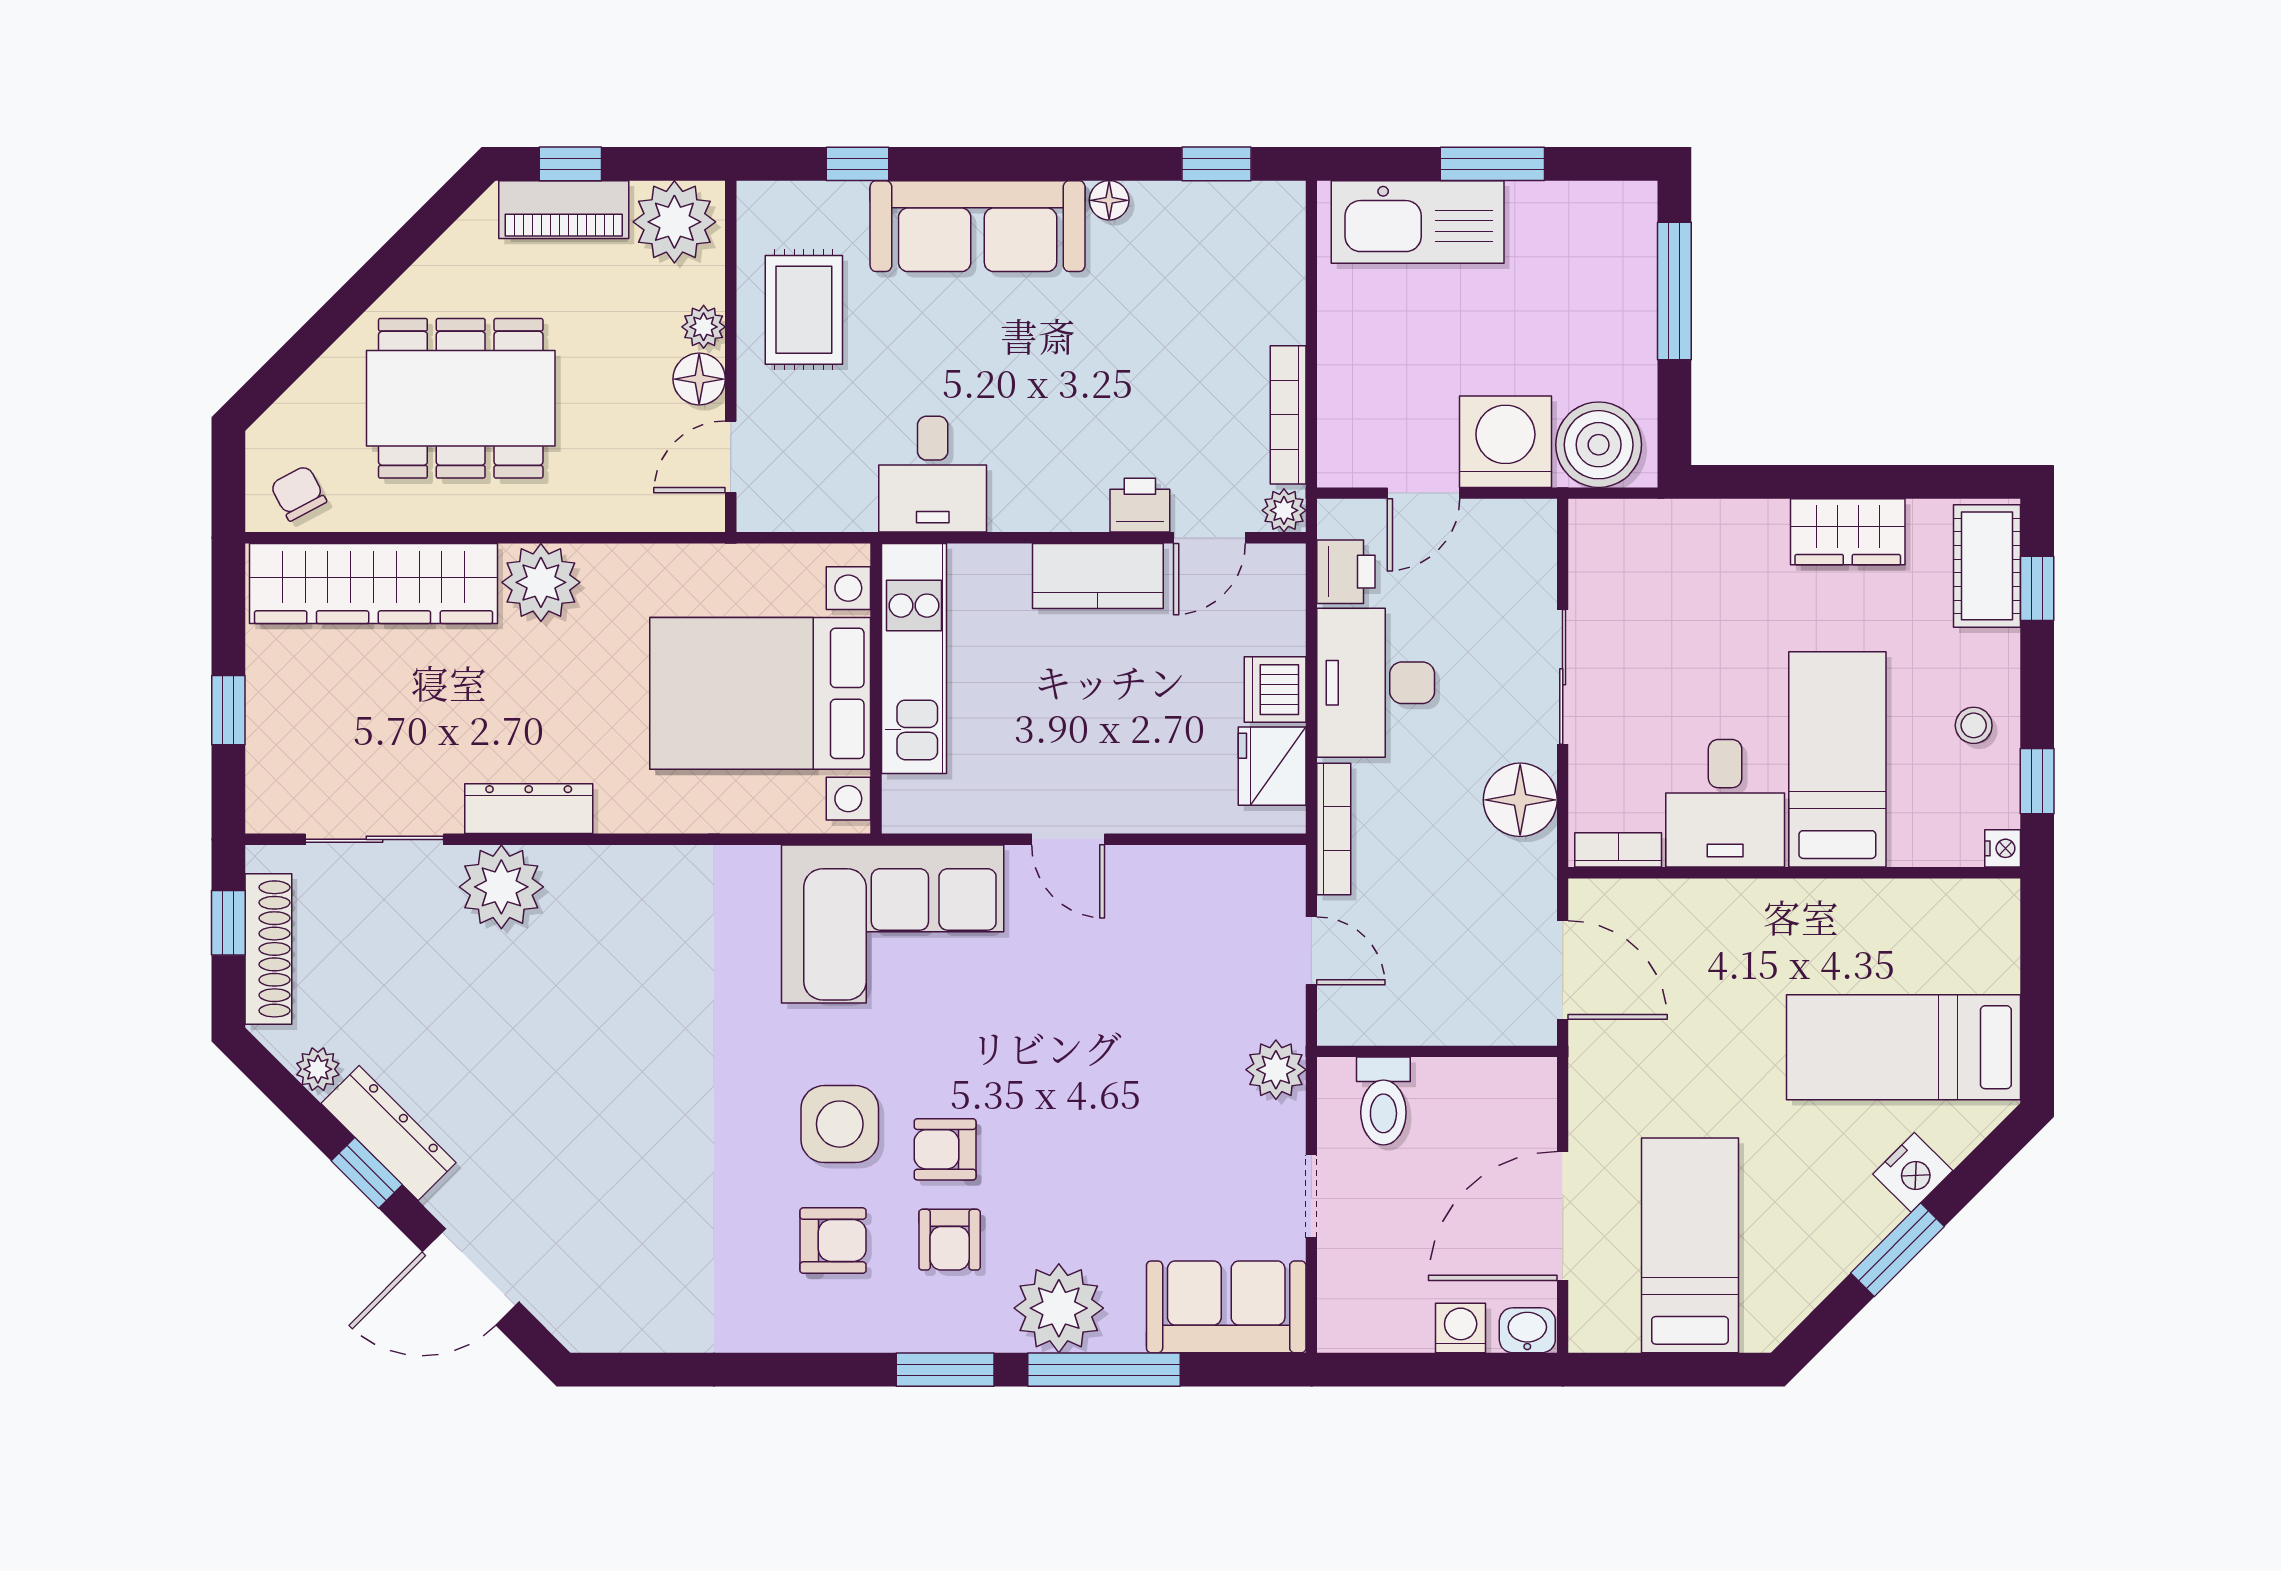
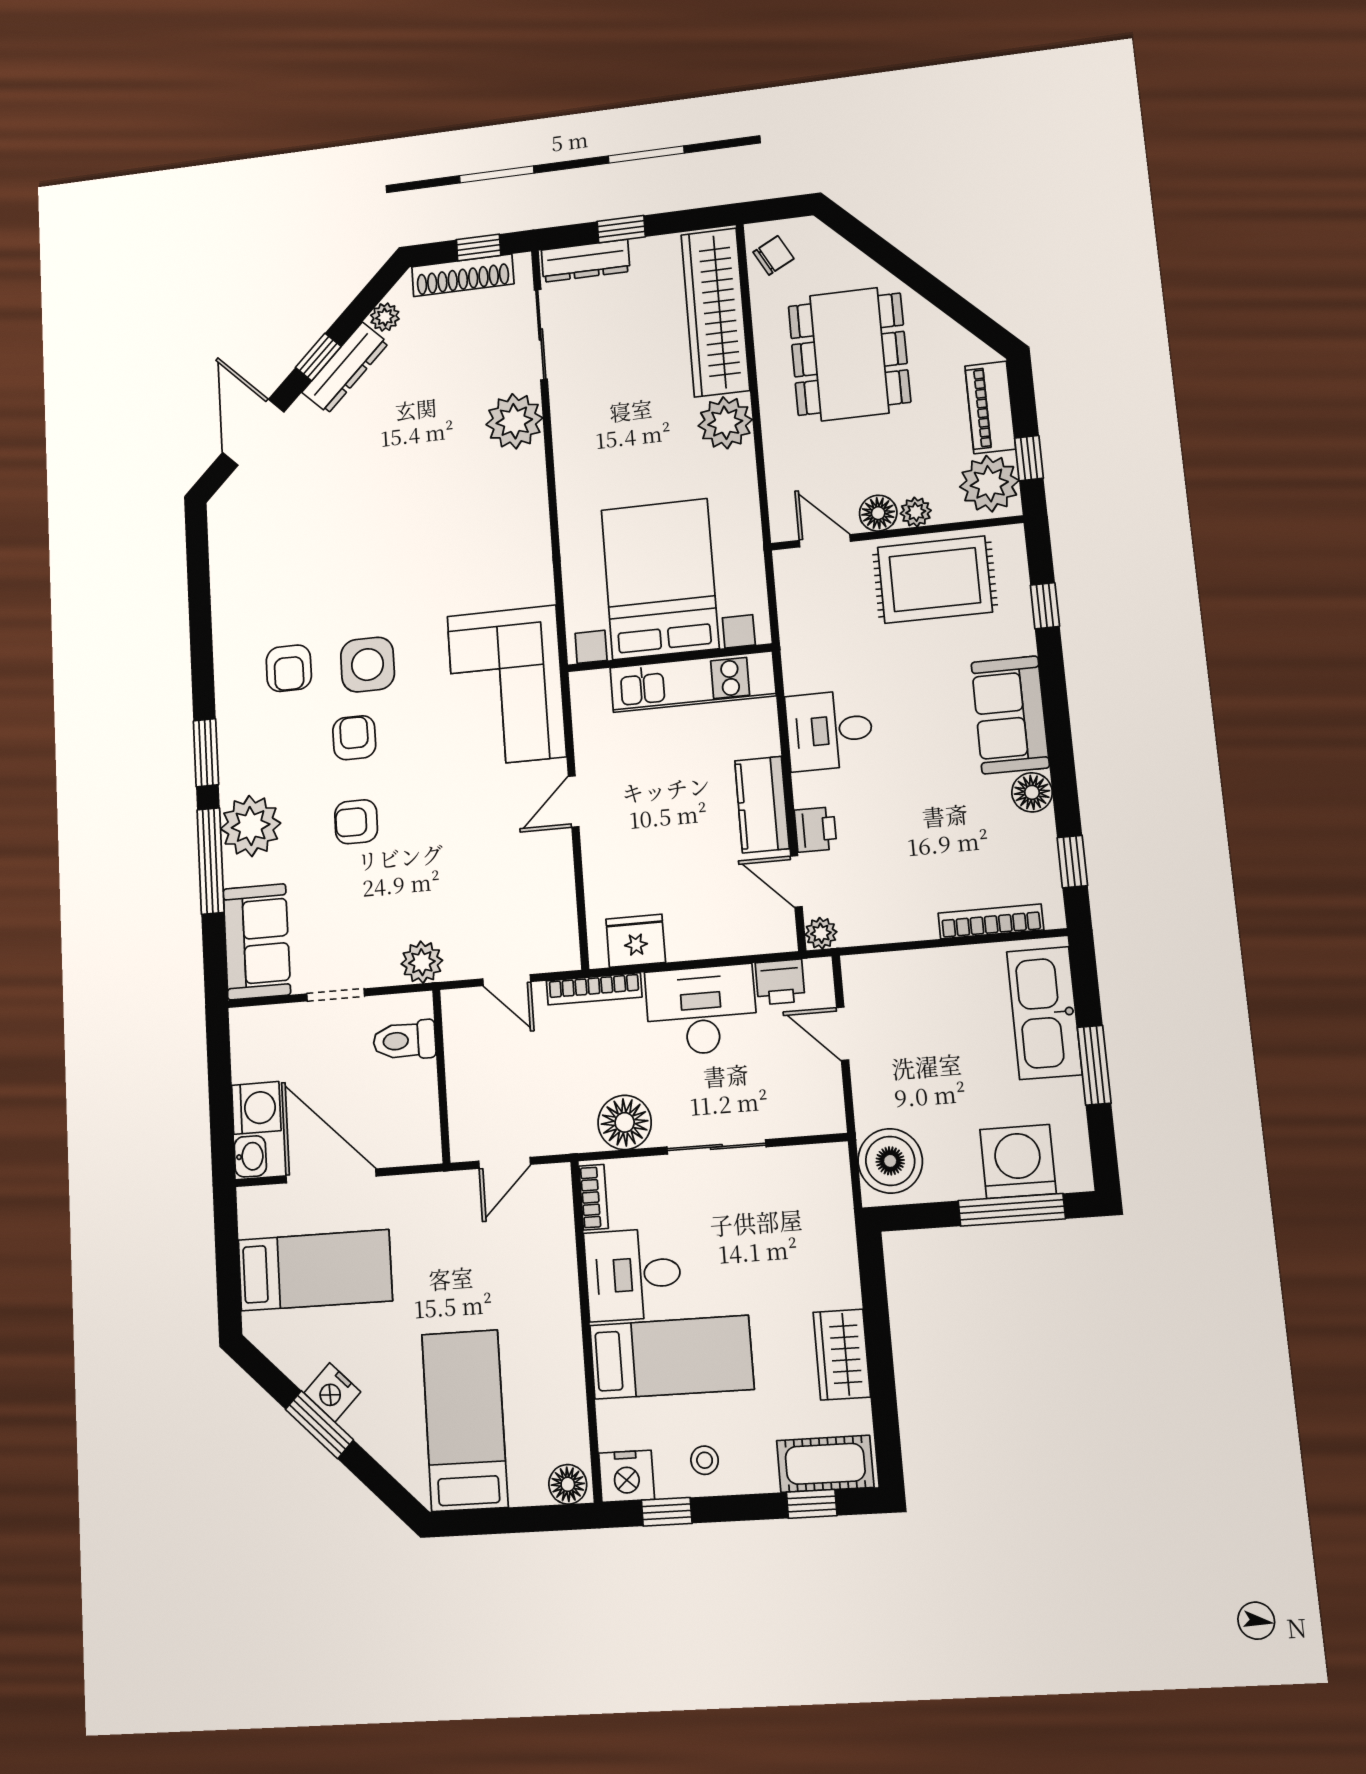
window: (570, 164) -> (1029, 458), moved
floor lamp: (1109, 200) -> (1032, 792), width x1.37, depth x1.37
sofa: (978, 226) -> (1010, 715), width x0.73
rug: (804, 310) -> (935, 580), width x1.36, depth x1.43
bookcase: (1288, 415) -> (991, 921), moved
washing machine: (1505, 442) -> (1018, 1161), moved, turned -90
desk: (933, 474) -> (829, 730), moved
dishwasher: (1275, 690) -> (691, 938), removed
dresser: (529, 809) -> (586, 261), moved, turned 90
nightstand: (2003, 848) -> (626, 1476), width x1.89, depth x1.79
floor lamp: (1995, 912) -> (568, 1484), added
door: (1311, 951) -> (507, 980), hinge flipped
door: (1563, 970) -> (505, 1163), width x0.73
nightstand: (1913, 1172) -> (332, 1392), moved
armchair: (950, 1240) -> (356, 822), moved
washing machine: (1461, 1328) -> (256, 1108), width x1.38, depth x1.38

